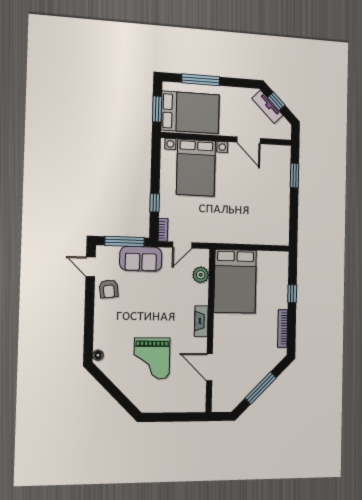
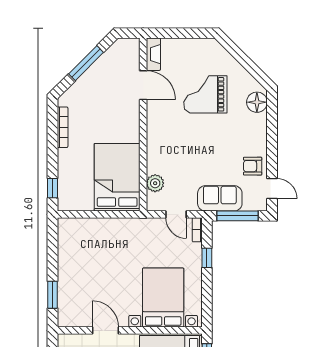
door: (182, 245) -> (176, 214), swing flipped
armchair: (109, 289) -> (253, 166), turned -83
window: (292, 294) -> (53, 188), moved
fireplace: (201, 321) -> (153, 54), moved
floor lamp: (98, 355) -> (257, 102), width x1.89, depth x1.89
grand piano: (152, 358) -> (205, 94), turned -90

